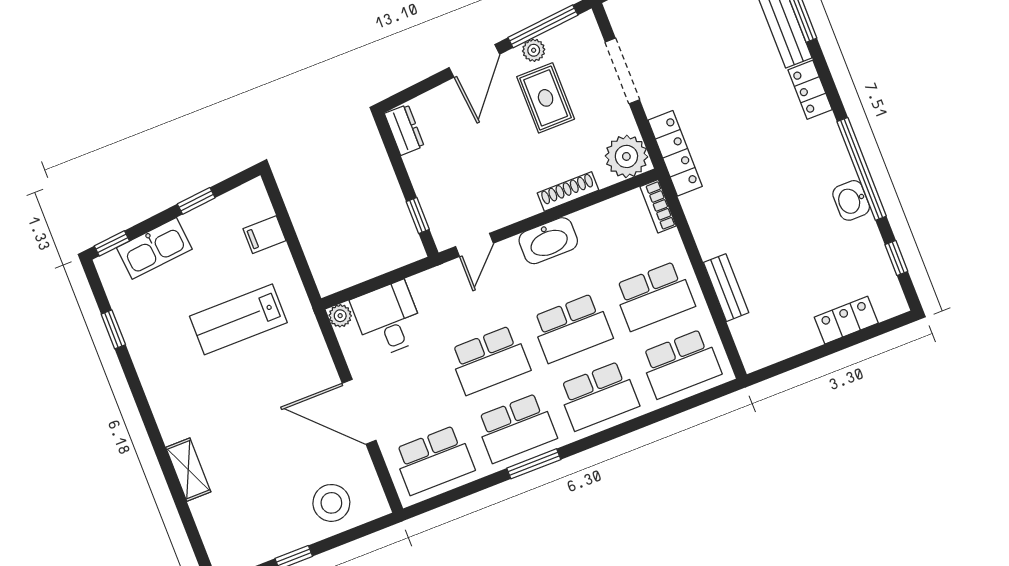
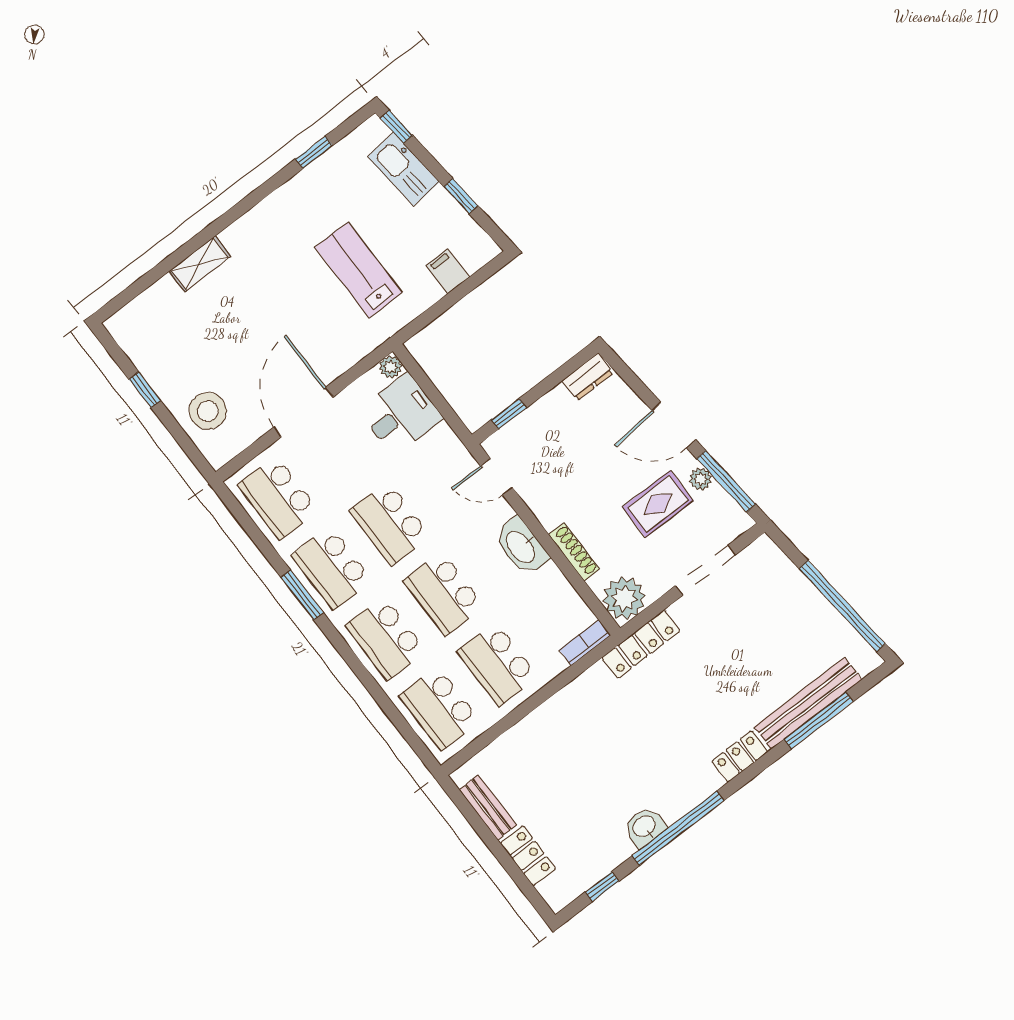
bench: (726, 288) -> (488, 807), moved, turned 90

